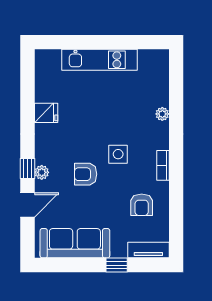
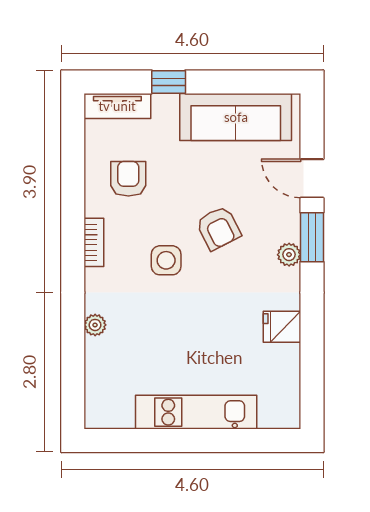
window: (27, 169) -> (312, 237), width x1.50
plant: (42, 172) -> (289, 255), moved
armchair: (86, 174) -> (218, 228), turned 63
door: (27, 205) -> (312, 178), hinge flipped

